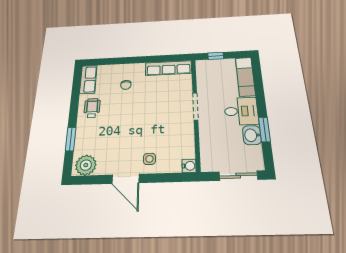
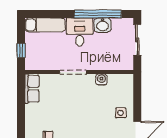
row of seats: (169, 68) -> (32, 89), width x0.68
window: (264, 129) -> (98, 14), width x2.11
water cooler: (189, 166) -> (101, 80), moved

